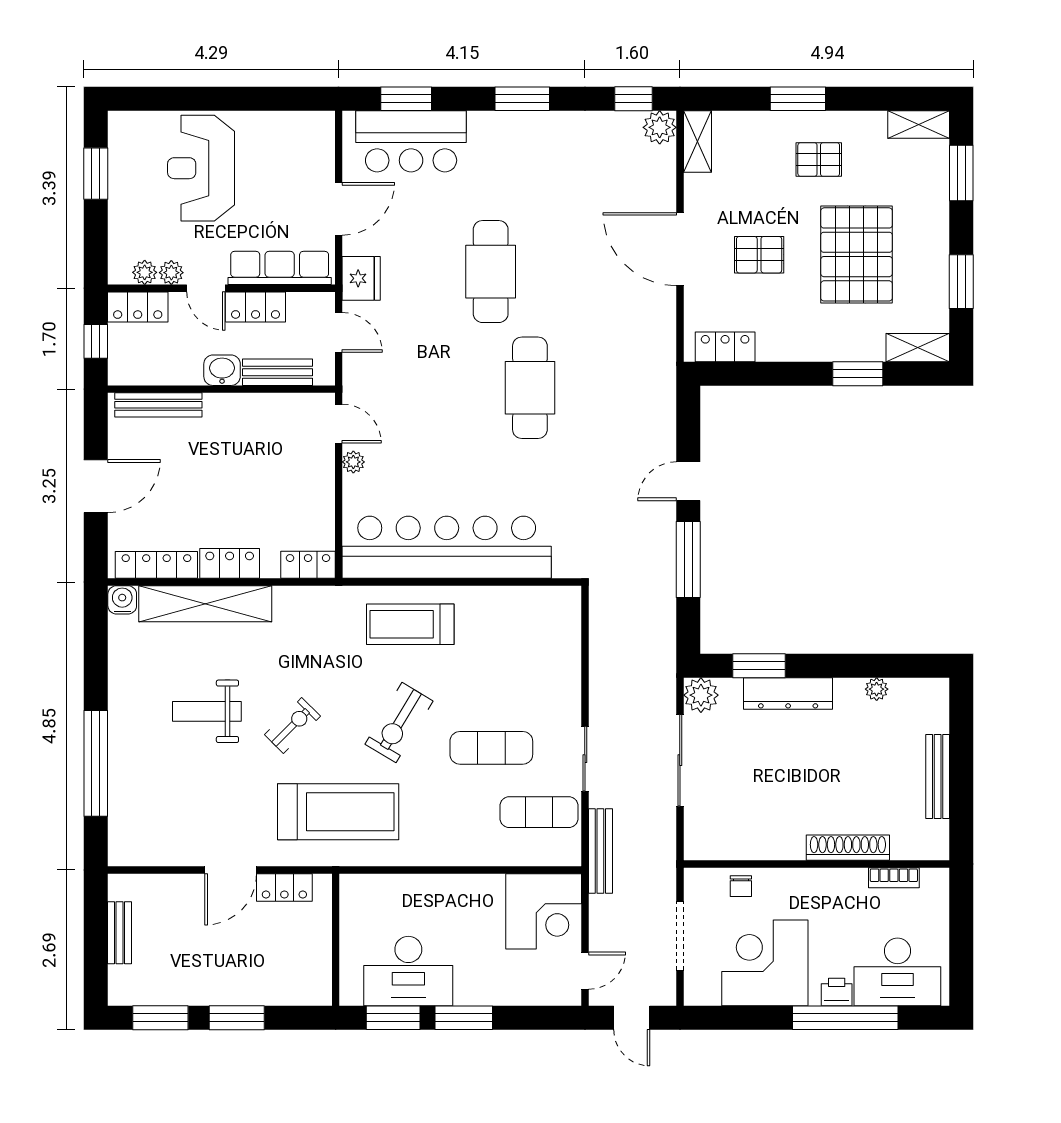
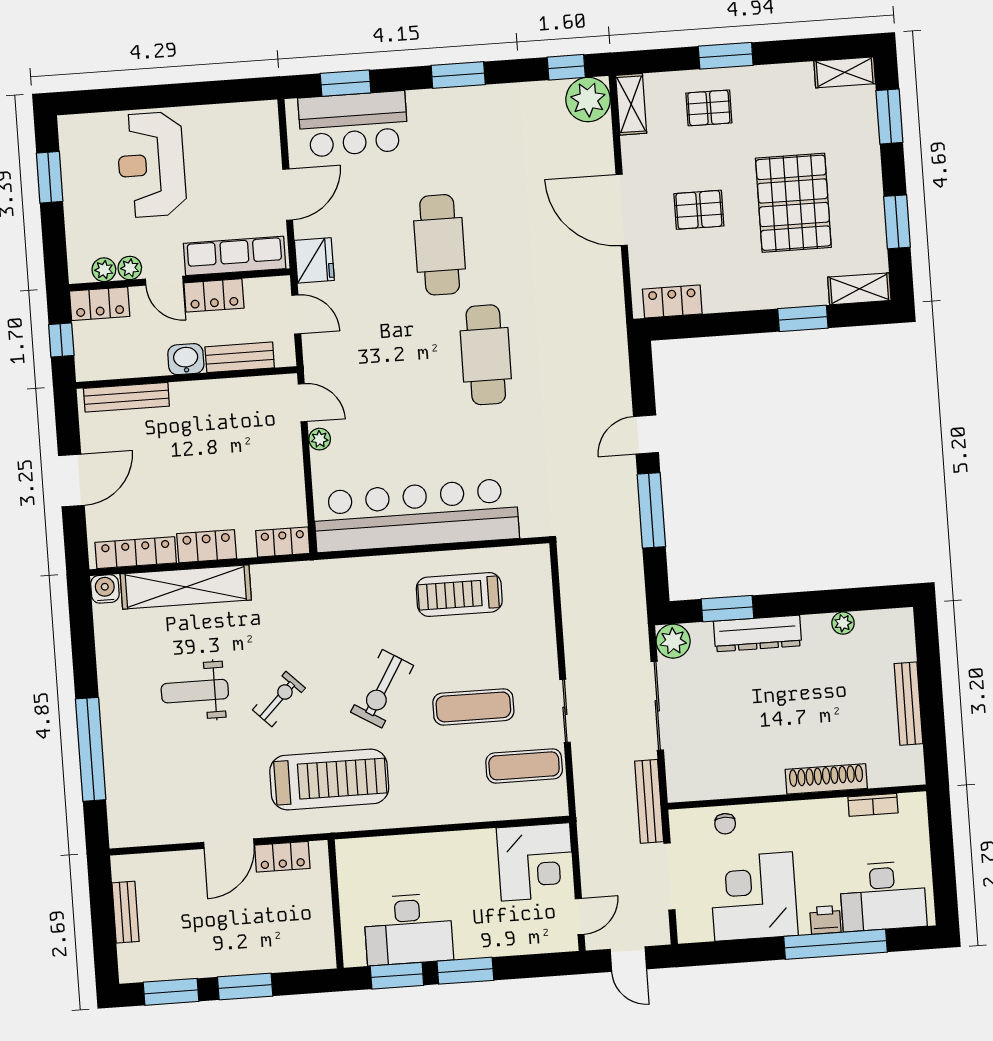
plant: (660, 127) -> (588, 100), width x1.36, depth x1.36
pallet: (819, 159) -> (709, 108), moved
treadmill: (410, 624) -> (459, 595), moved
bench: (600, 851) -> (649, 801), moved

